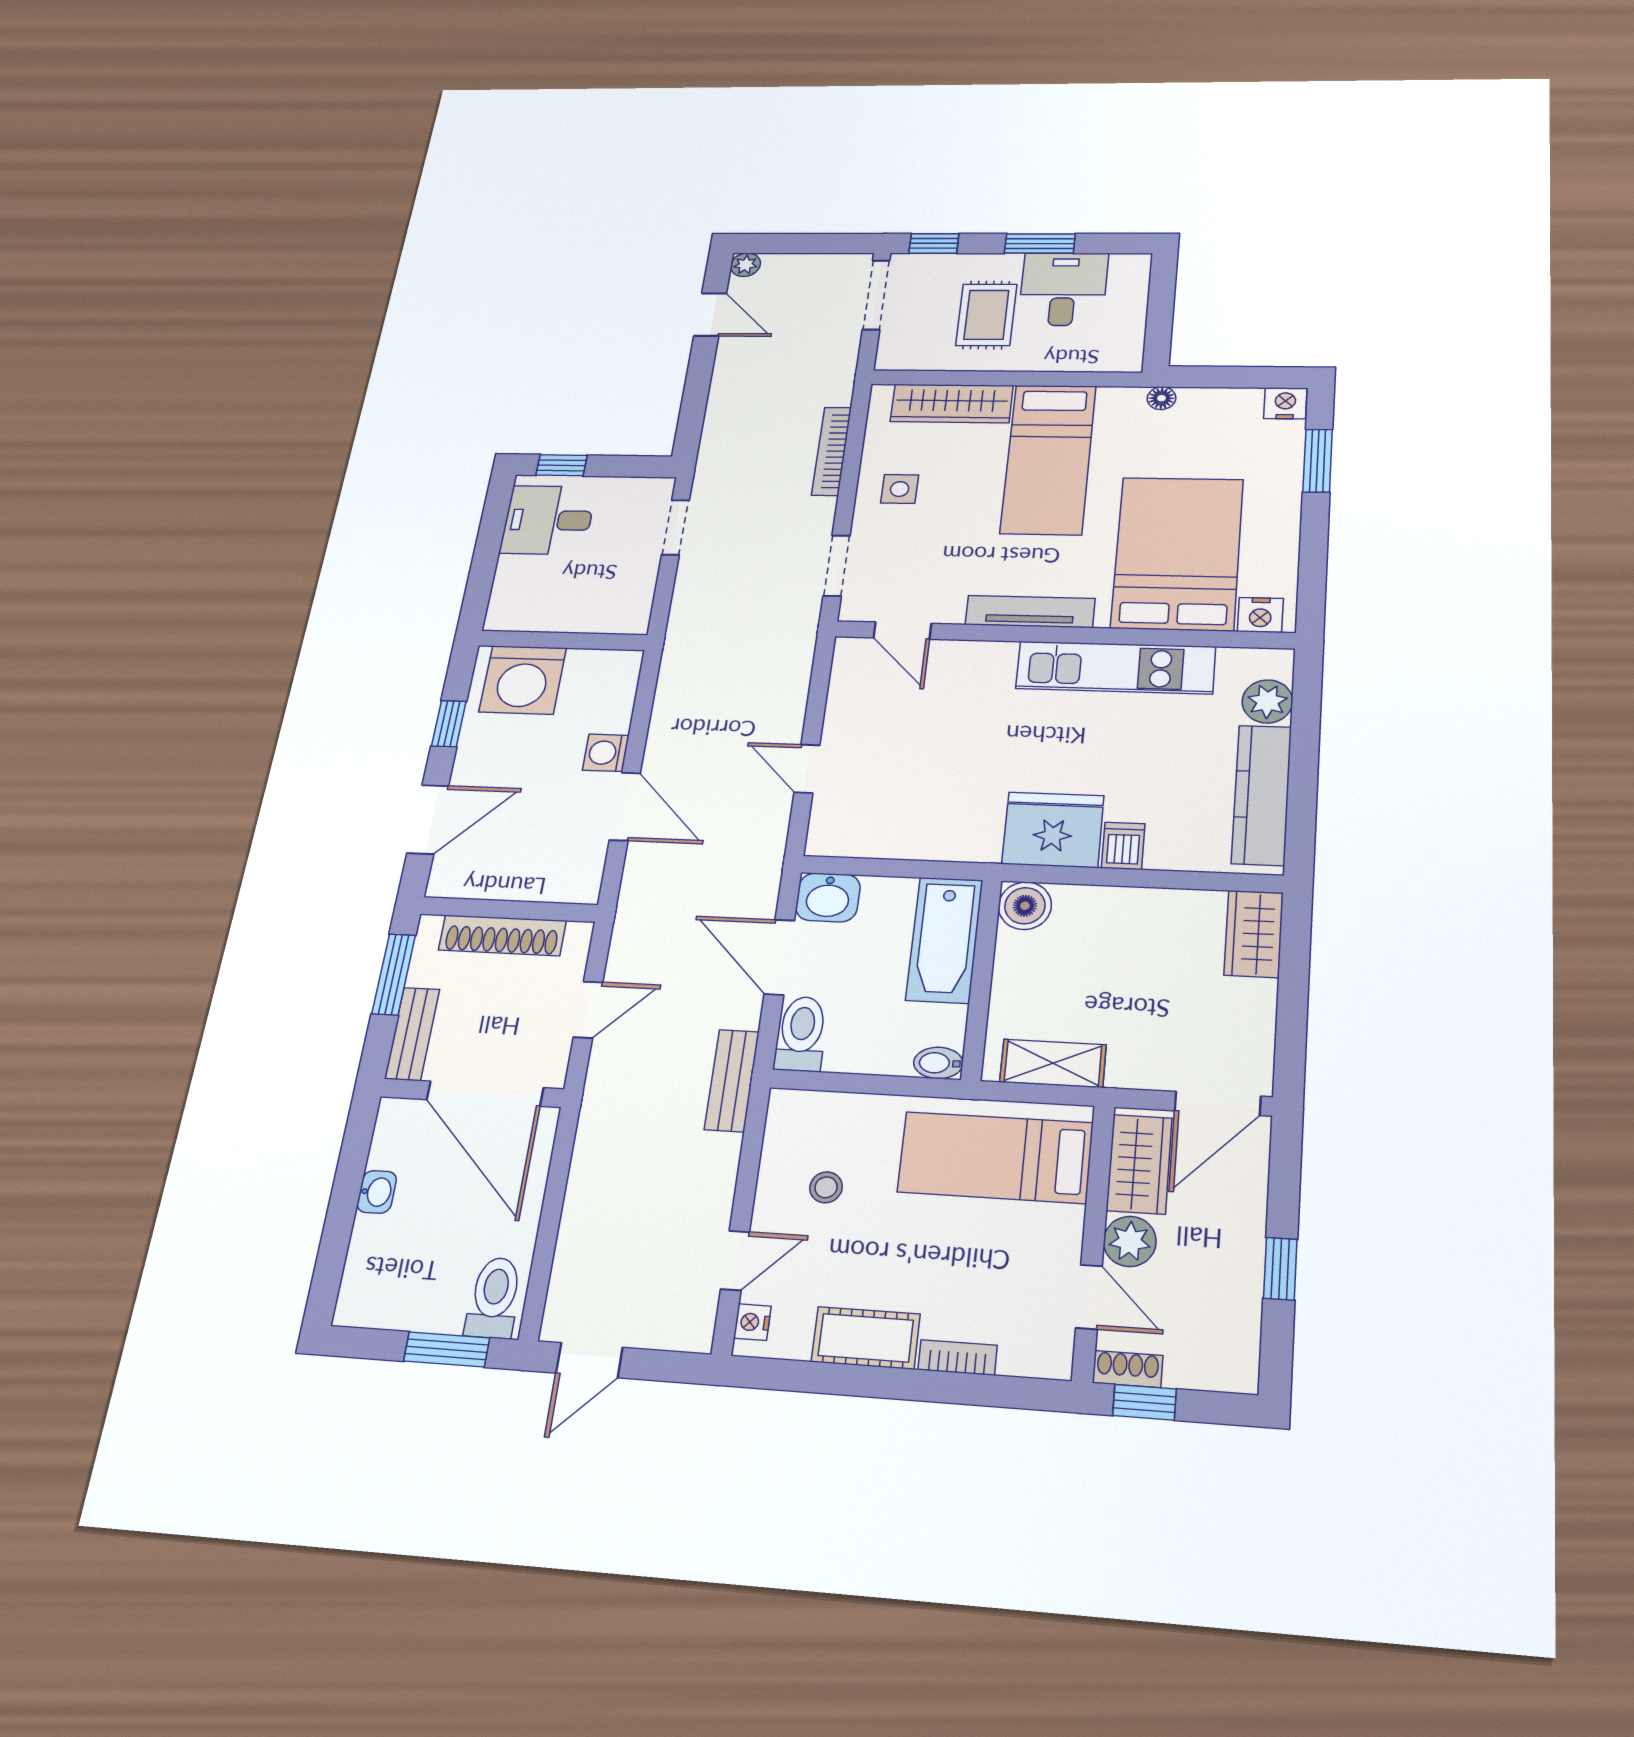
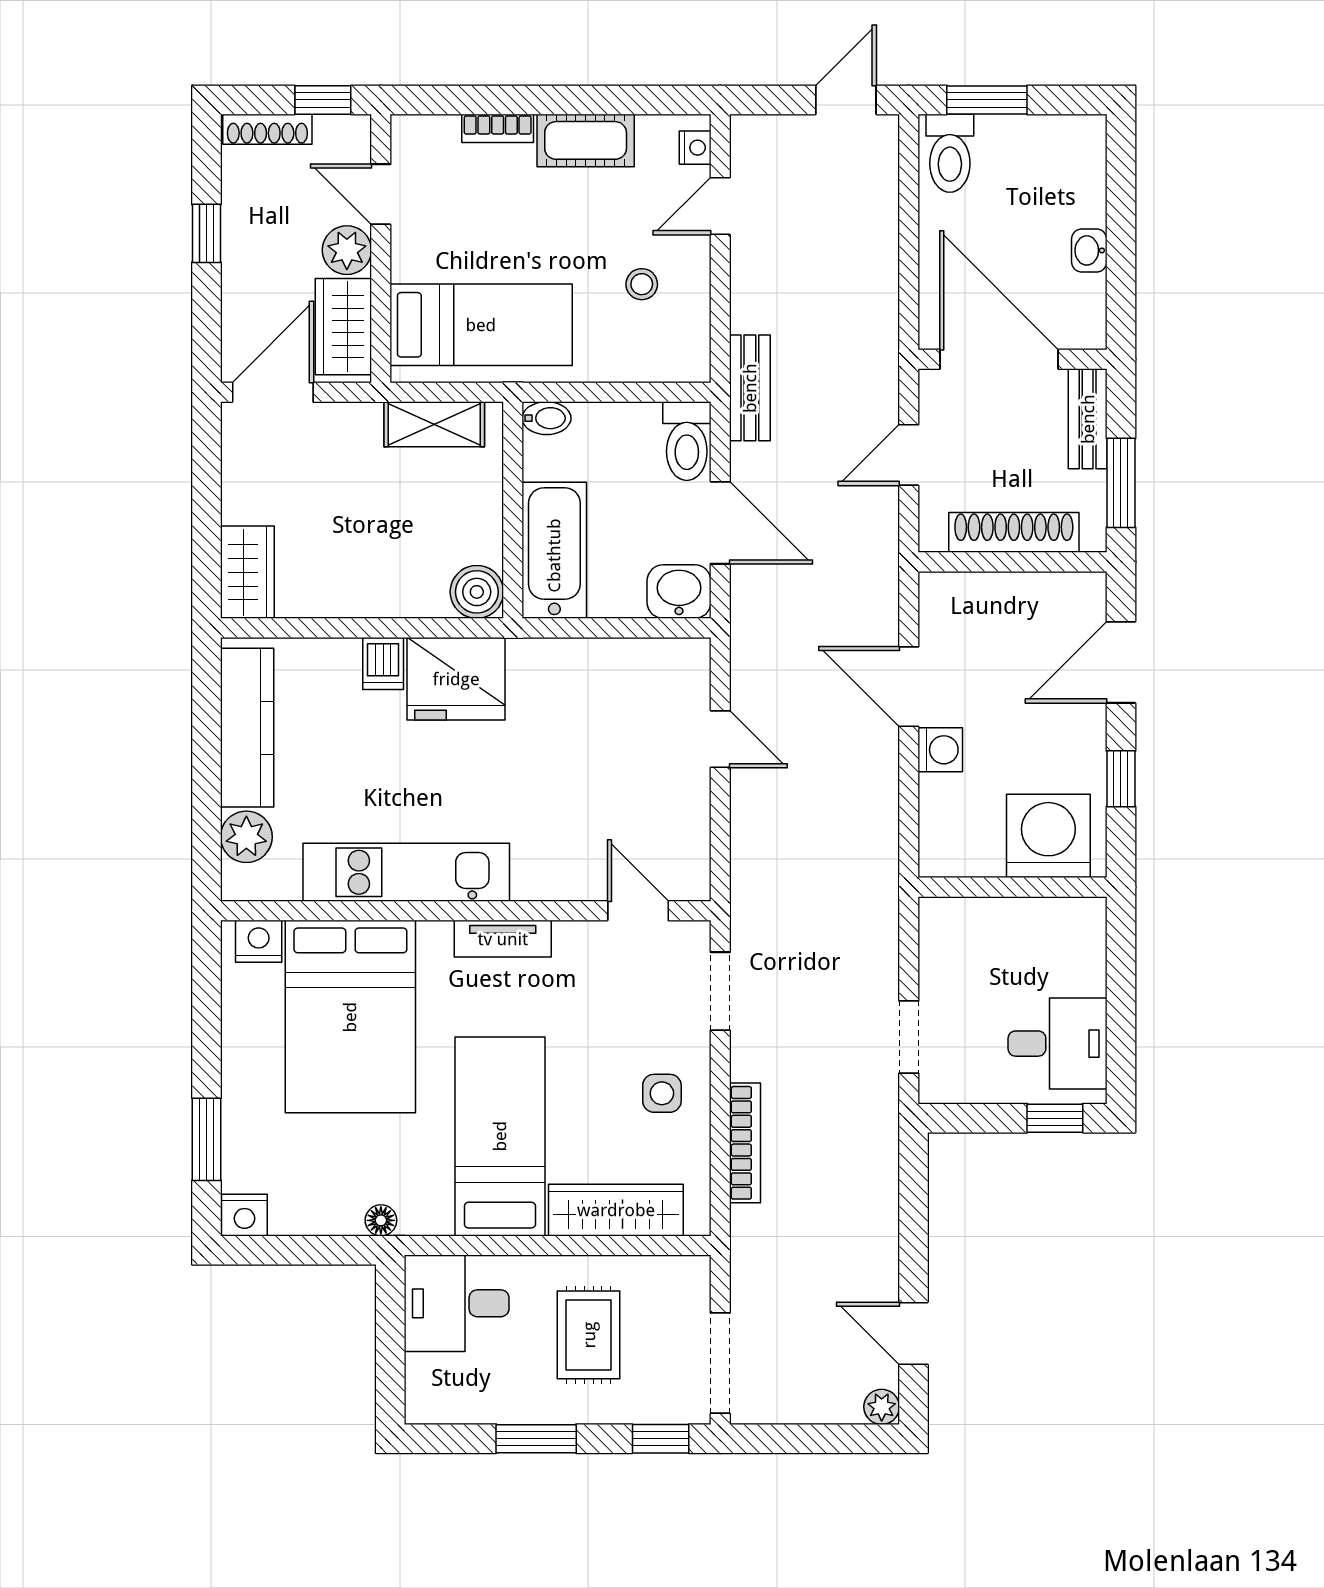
desk: (1063, 289) -> (457, 1303), moved, turned 90
tv unit: (1030, 612) -> (503, 939), width x0.71
shoe rack: (1128, 1369) -> (267, 129), moved, width x1.43

